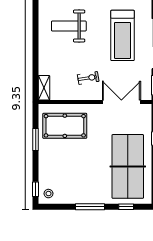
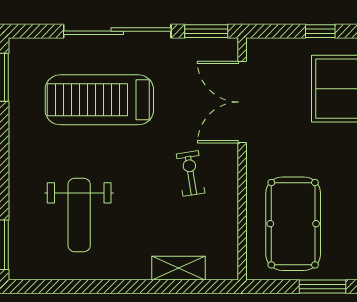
treadmill: (123, 35) -> (99, 100), turned 180
shelving: (44, 88) -> (179, 268), moved

